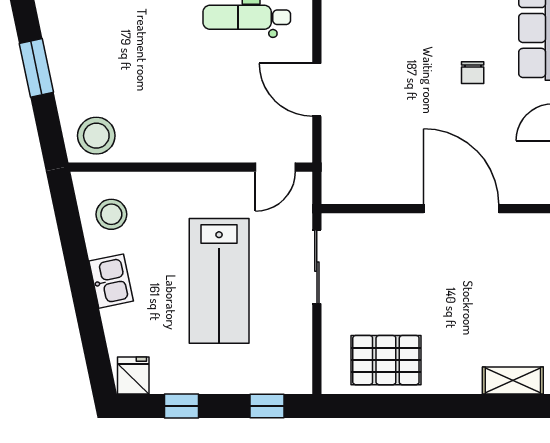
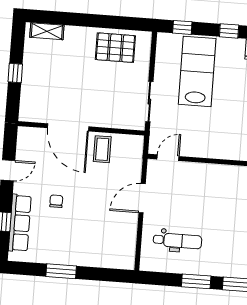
door: (317, 90) -> (142, 198), swing flipped
coffee table: (396, 174) -> (102, 149), added
lab bench: (219, 281) -> (197, 71), moved

